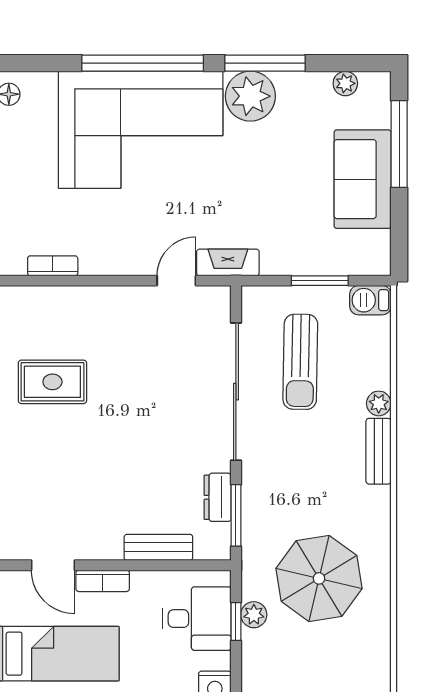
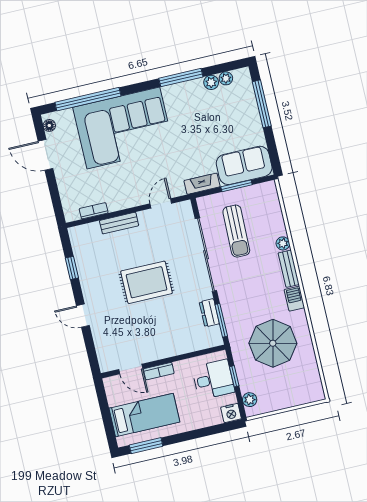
window: (143, 63) -> (88, 99), moved
plant: (250, 96) -> (211, 82), moved, width x0.53, depth x0.53
sofa: (363, 179) -> (244, 165), moved, turned 90
fireplace: (228, 262) -> (202, 184), moved
barbecue: (370, 300) -> (294, 299), moved, turned 90
rug: (52, 382) -> (147, 282), moved, width x1.36, depth x1.43
bench: (158, 547) -> (119, 223), moved
plant: (254, 615) -> (250, 400), moved

